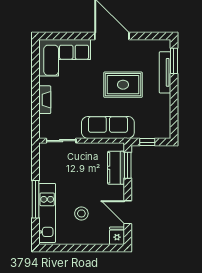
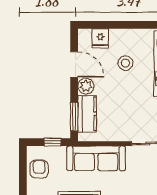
armchair: (159, 118) -> (39, 169), added
plant: (117, 193) -> (86, 86), added
fridge: (117, 236) -> (100, 38), moved

